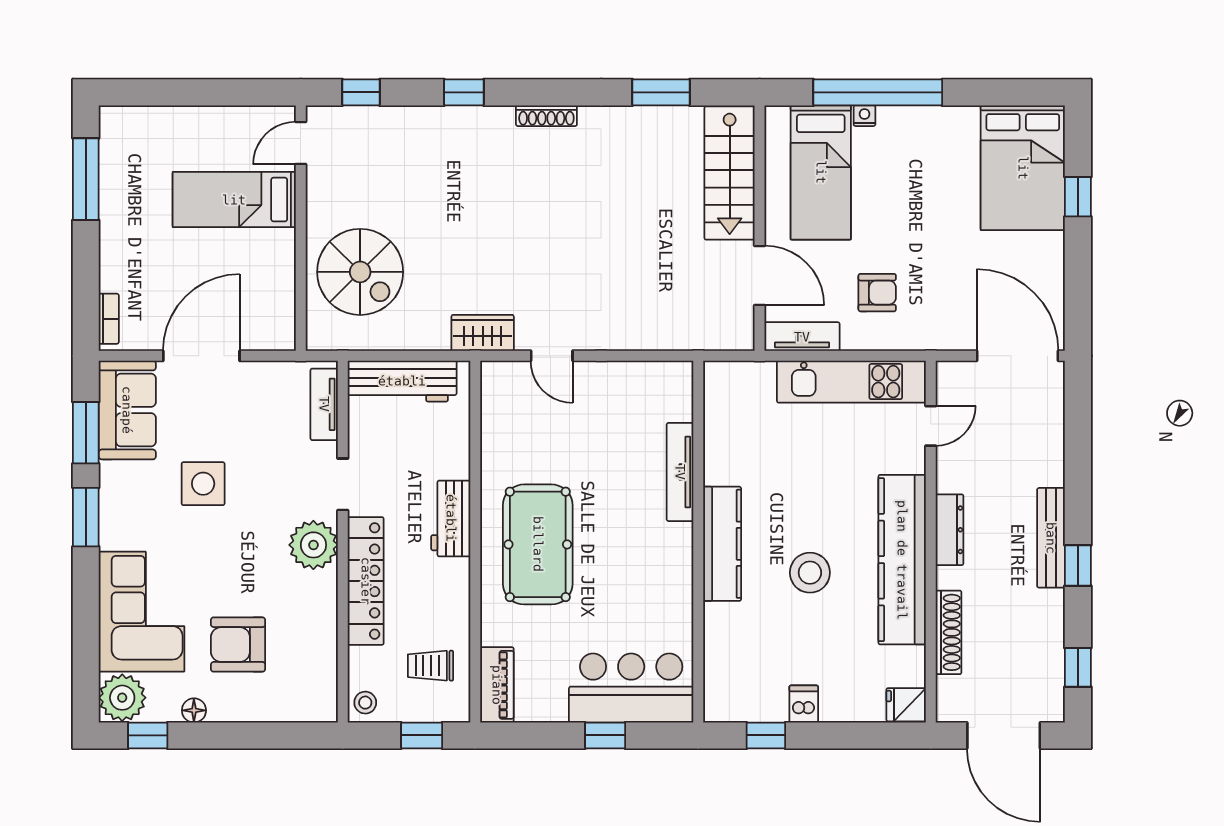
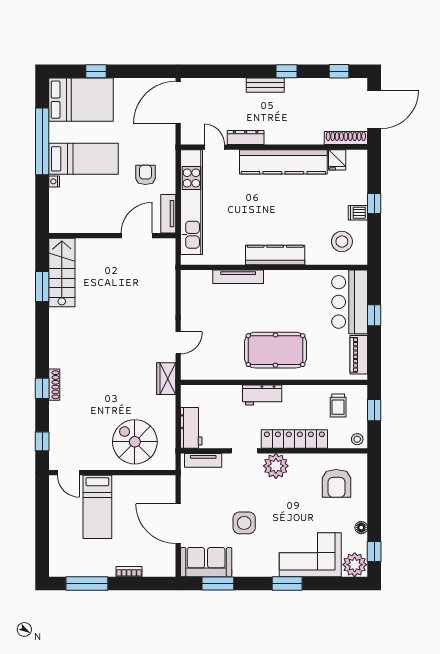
window: (878, 92) -> (42, 141), moved
shoe rack: (546, 116) -> (54, 385), moved
bed: (821, 172) -> (83, 159), moved
stairs: (730, 173) -> (62, 273), moved, turned -90
spiral stairs: (360, 272) -> (135, 442), turned -90
bookcase: (109, 319) -> (129, 572), moved
workbench: (402, 381) -> (191, 428), width x0.73
kitchen unit: (851, 382) -> (191, 202), width x1.36
window: (86, 517) -> (287, 583), moved
dresser: (950, 530) -> (246, 137), moved
bench: (1051, 538) -> (265, 85), width x0.73
stool: (810, 573) -> (342, 242), moved
shoe rack: (949, 632) -> (346, 138), moved
armchair: (238, 645) -> (336, 483), moved
piano: (497, 685) -> (359, 355), moved, turned -90
fridge: (906, 705) -> (337, 160), moved
window: (766, 735) -> (374, 203), moved

